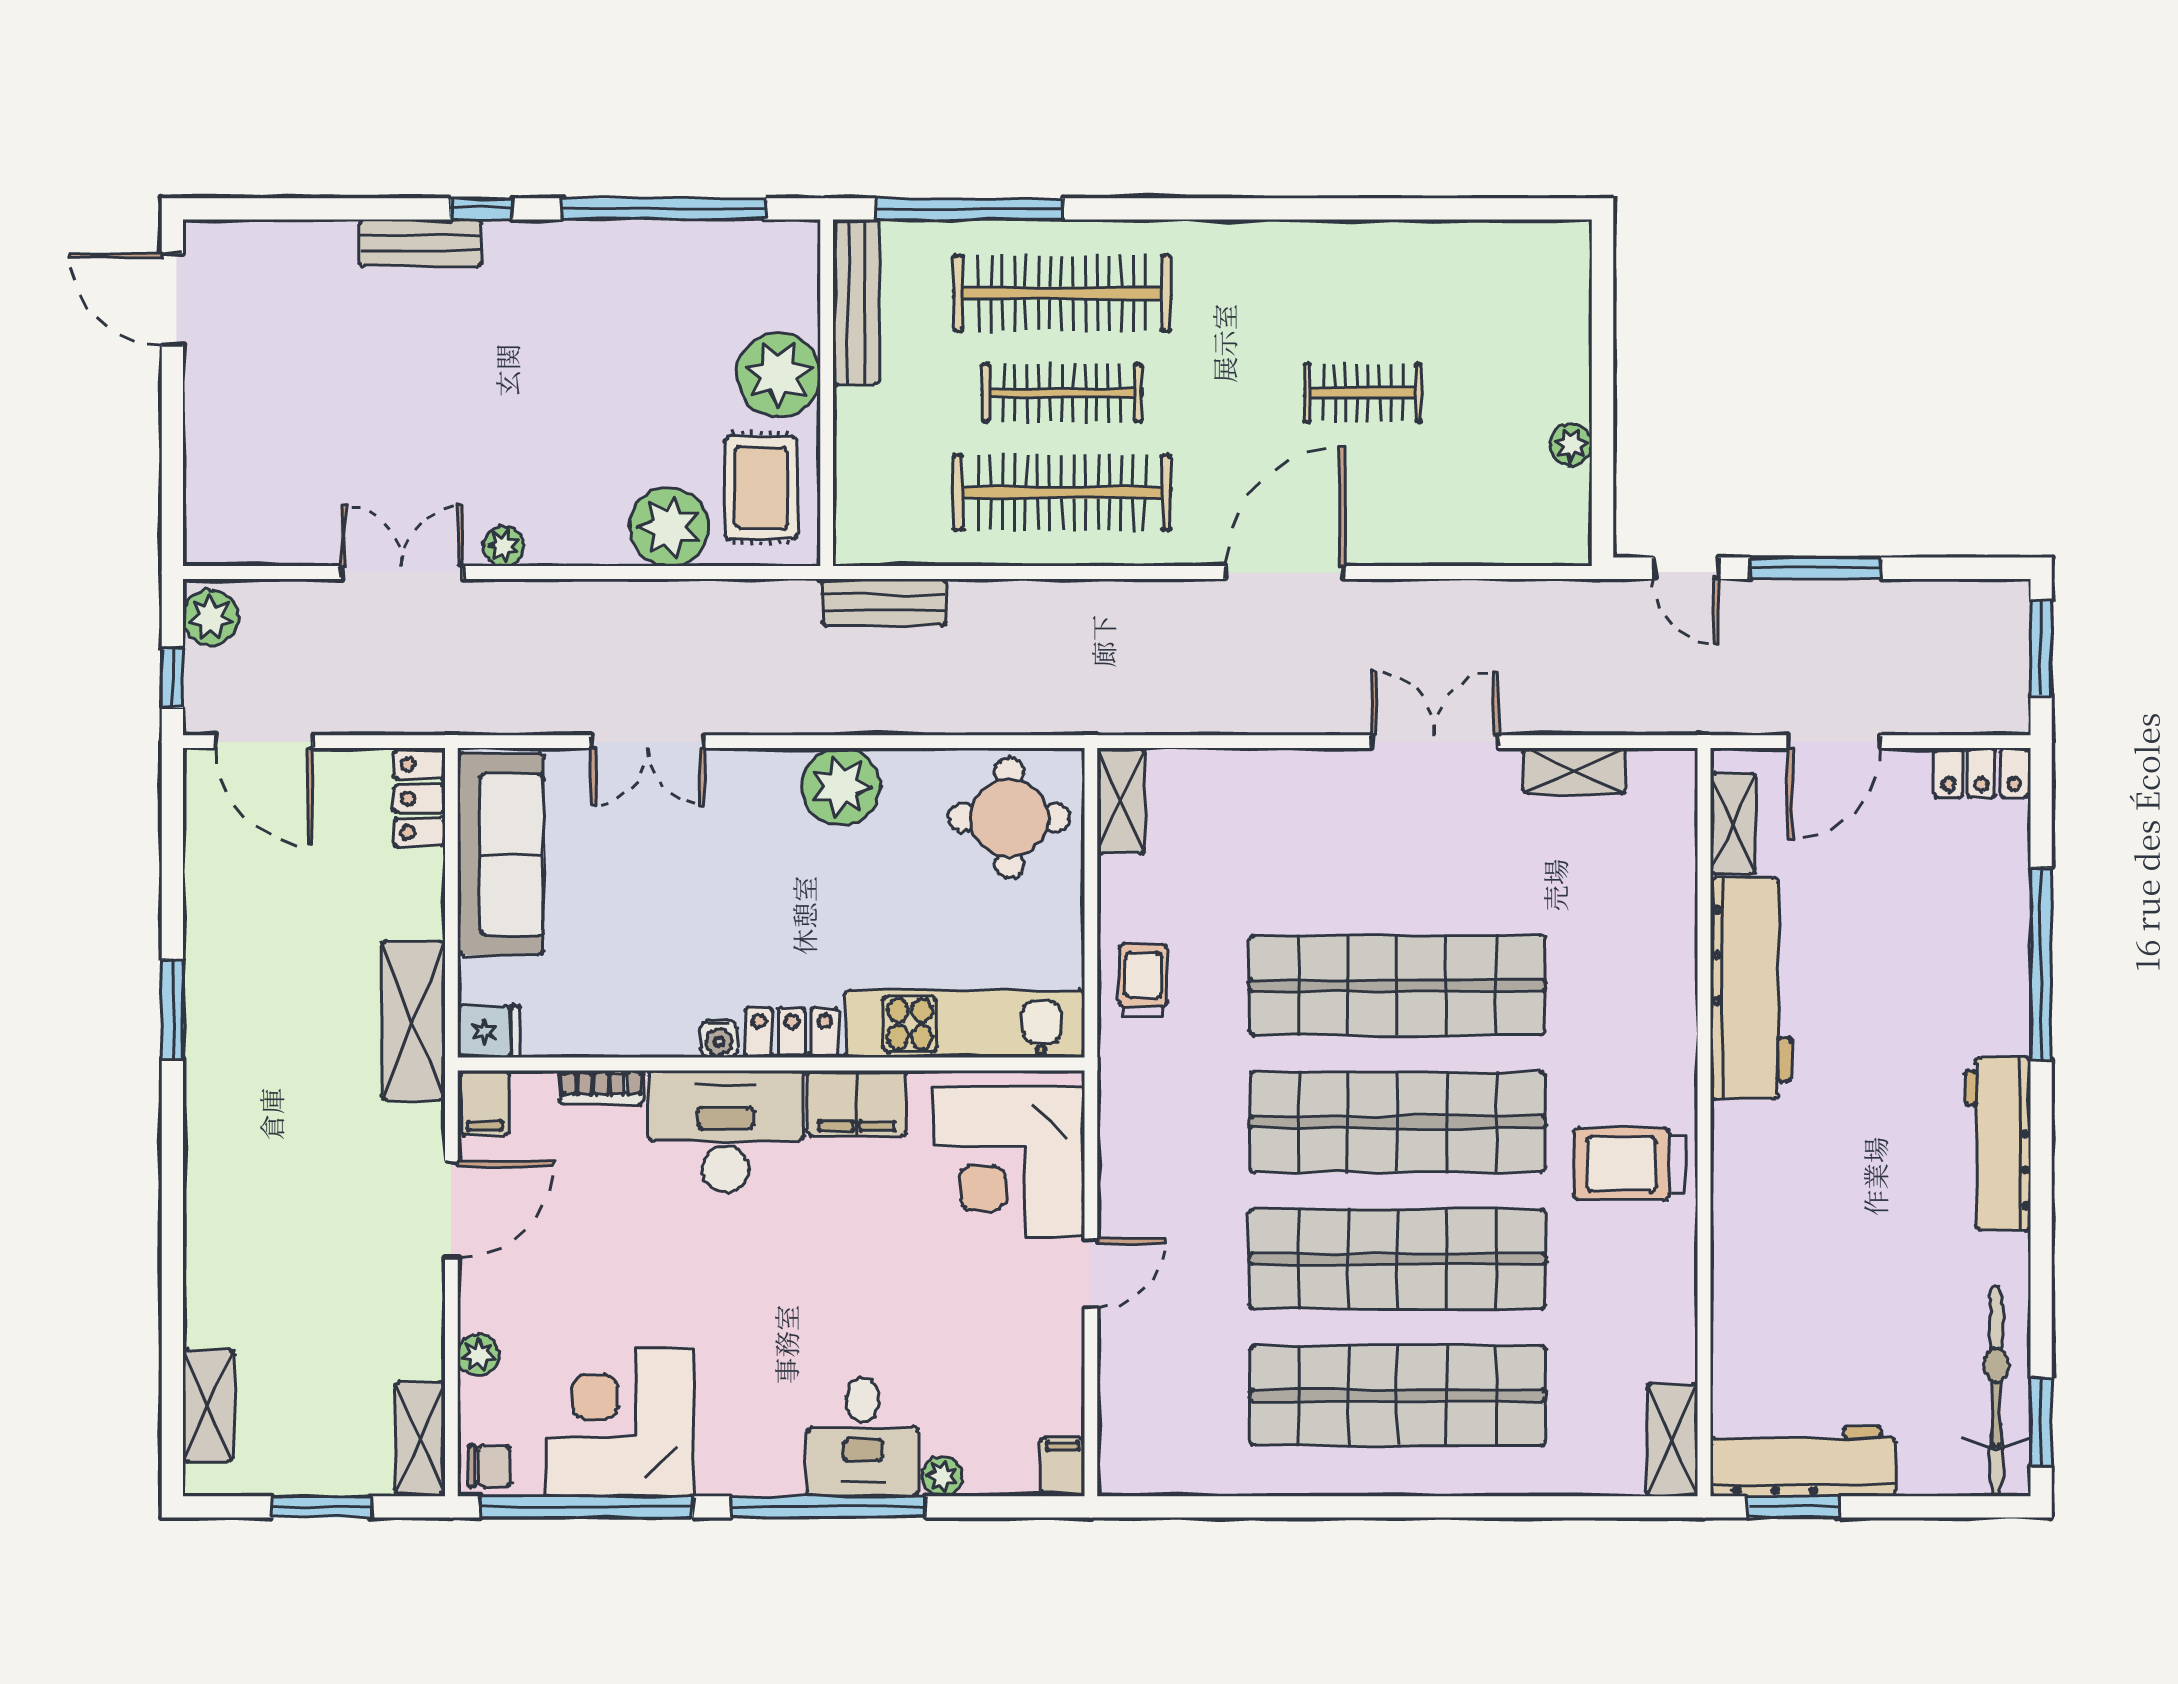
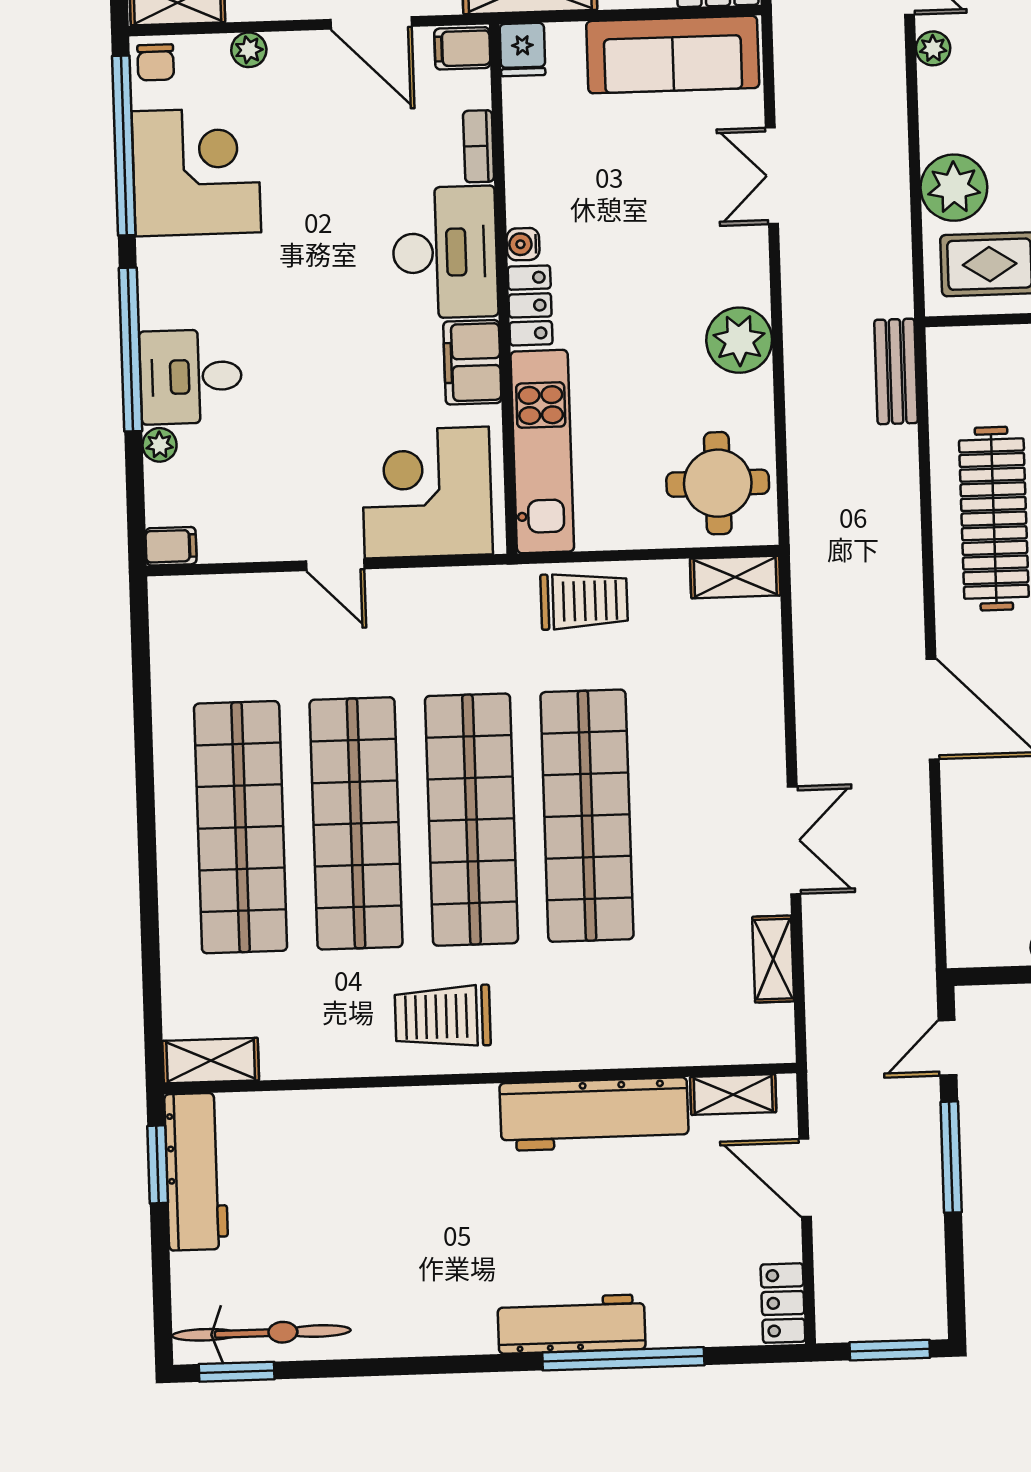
trolley: (1143, 980) -> (584, 601), width x1.36, depth x1.39
workbench: (1998, 1144) -> (572, 1324), moved
trolley: (1629, 1164) -> (443, 1016), turned -90

